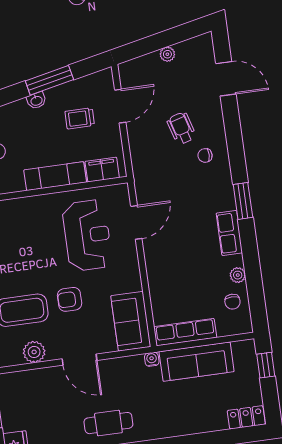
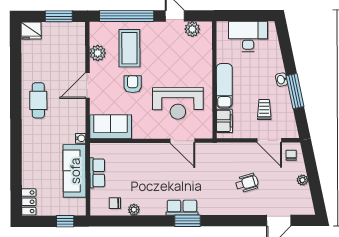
chair: (205, 155) -> (291, 155), moved
row of seats: (229, 233) -> (182, 208), moved
row of seats: (185, 332) -> (97, 173), width x0.68

